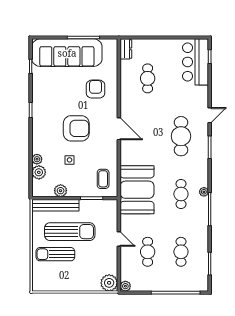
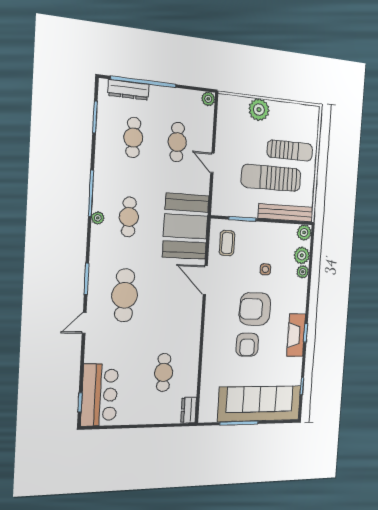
armchair: (96, 89) -> (247, 345), moved
fireplace: (39, 108) -> (296, 335), added
door: (119, 129) -> (205, 280), moved
plant: (61, 191) -> (304, 233), moved
plant: (109, 283) -> (259, 110), moved
dresser: (186, 286) -> (128, 90), added

